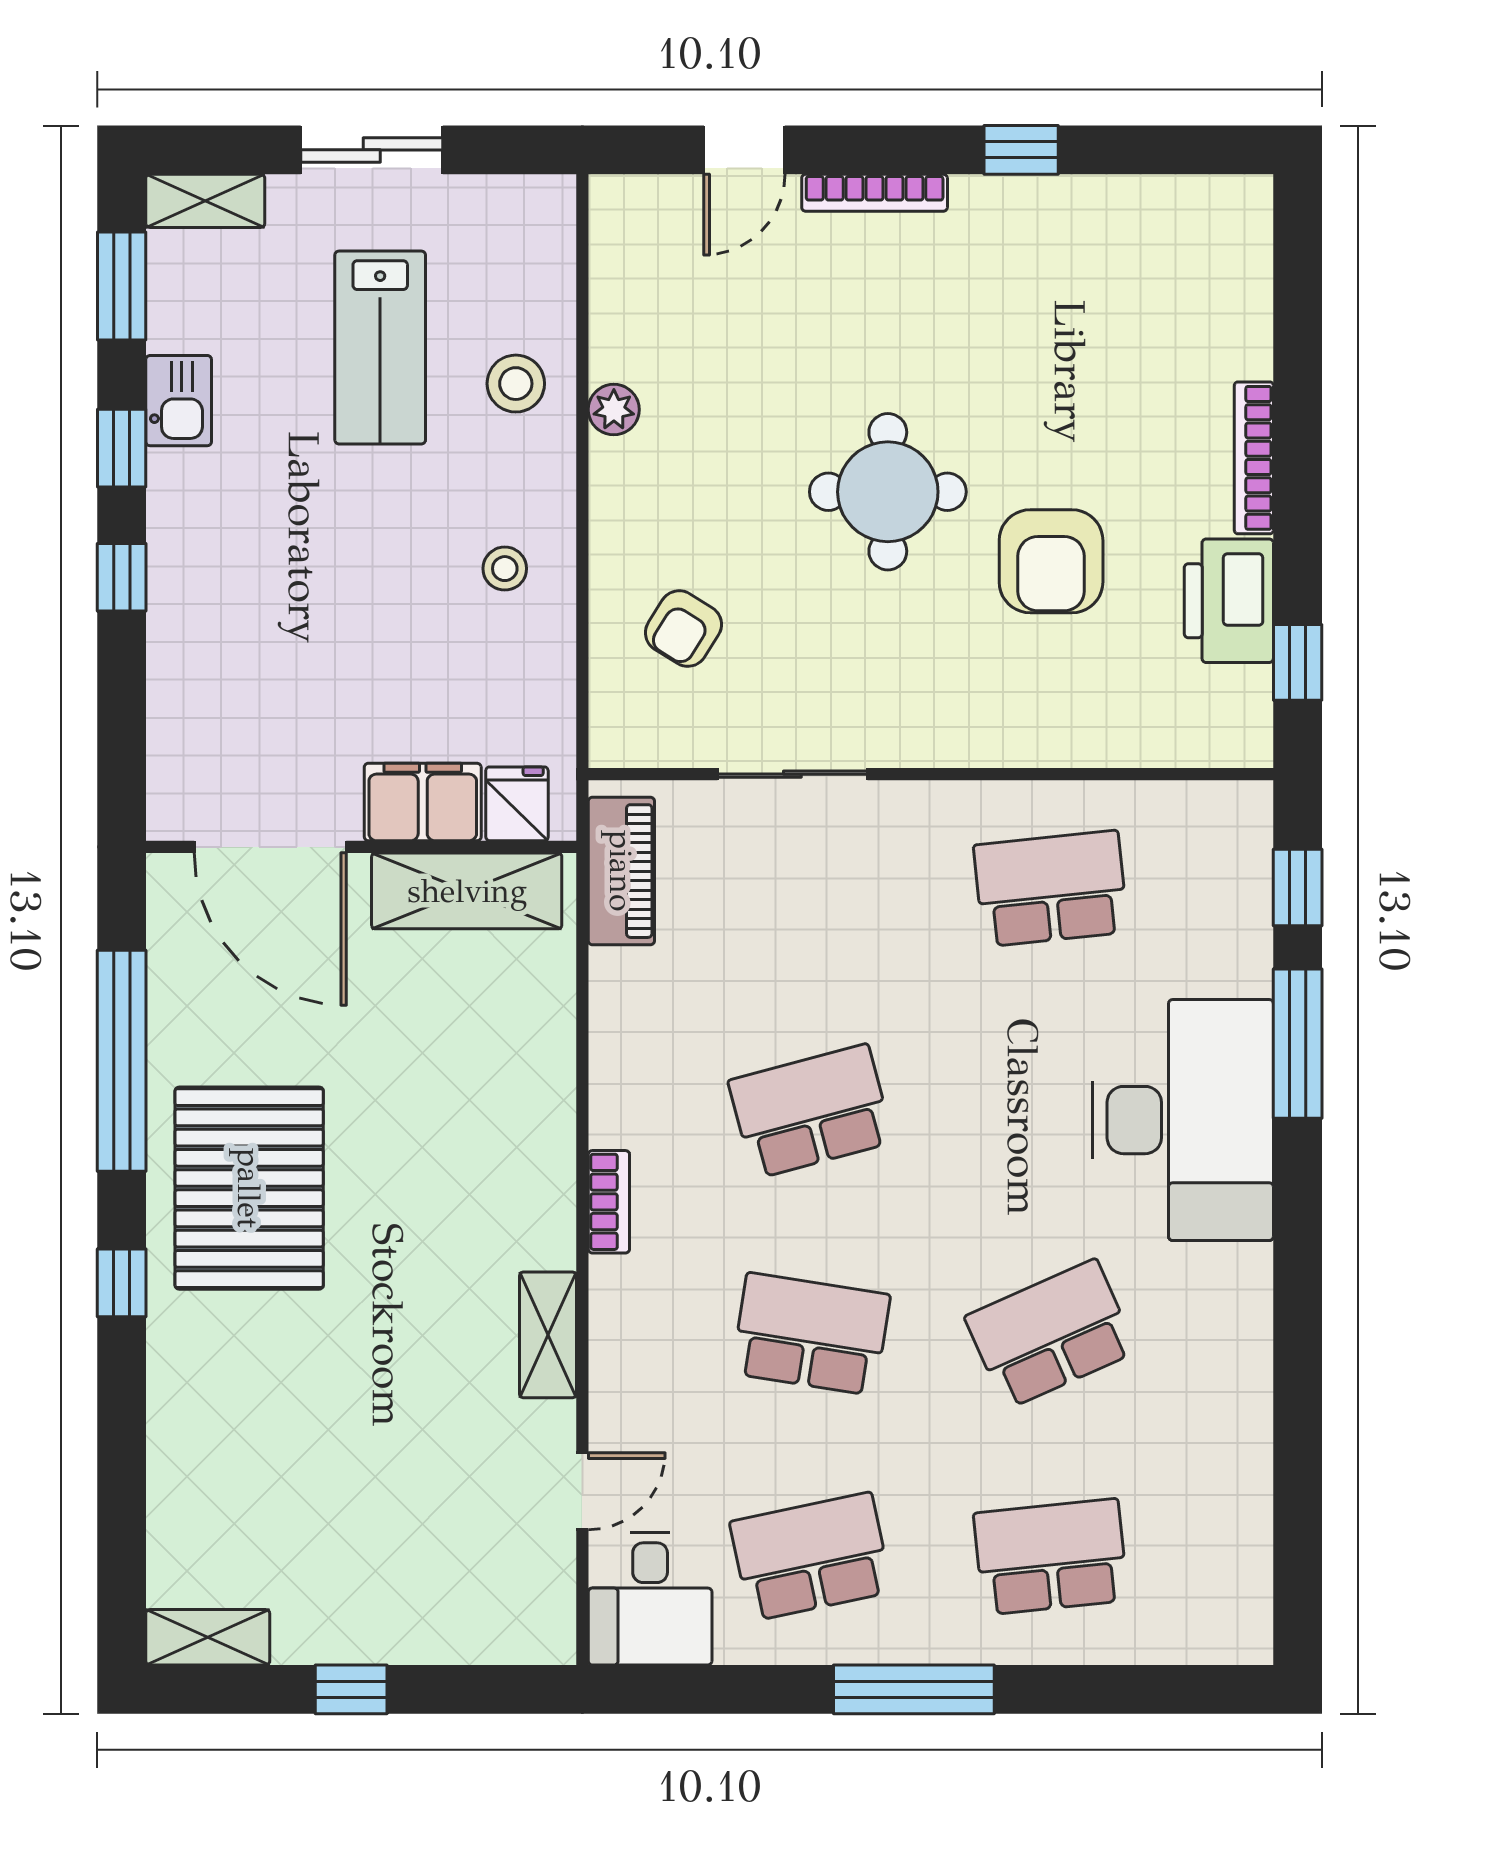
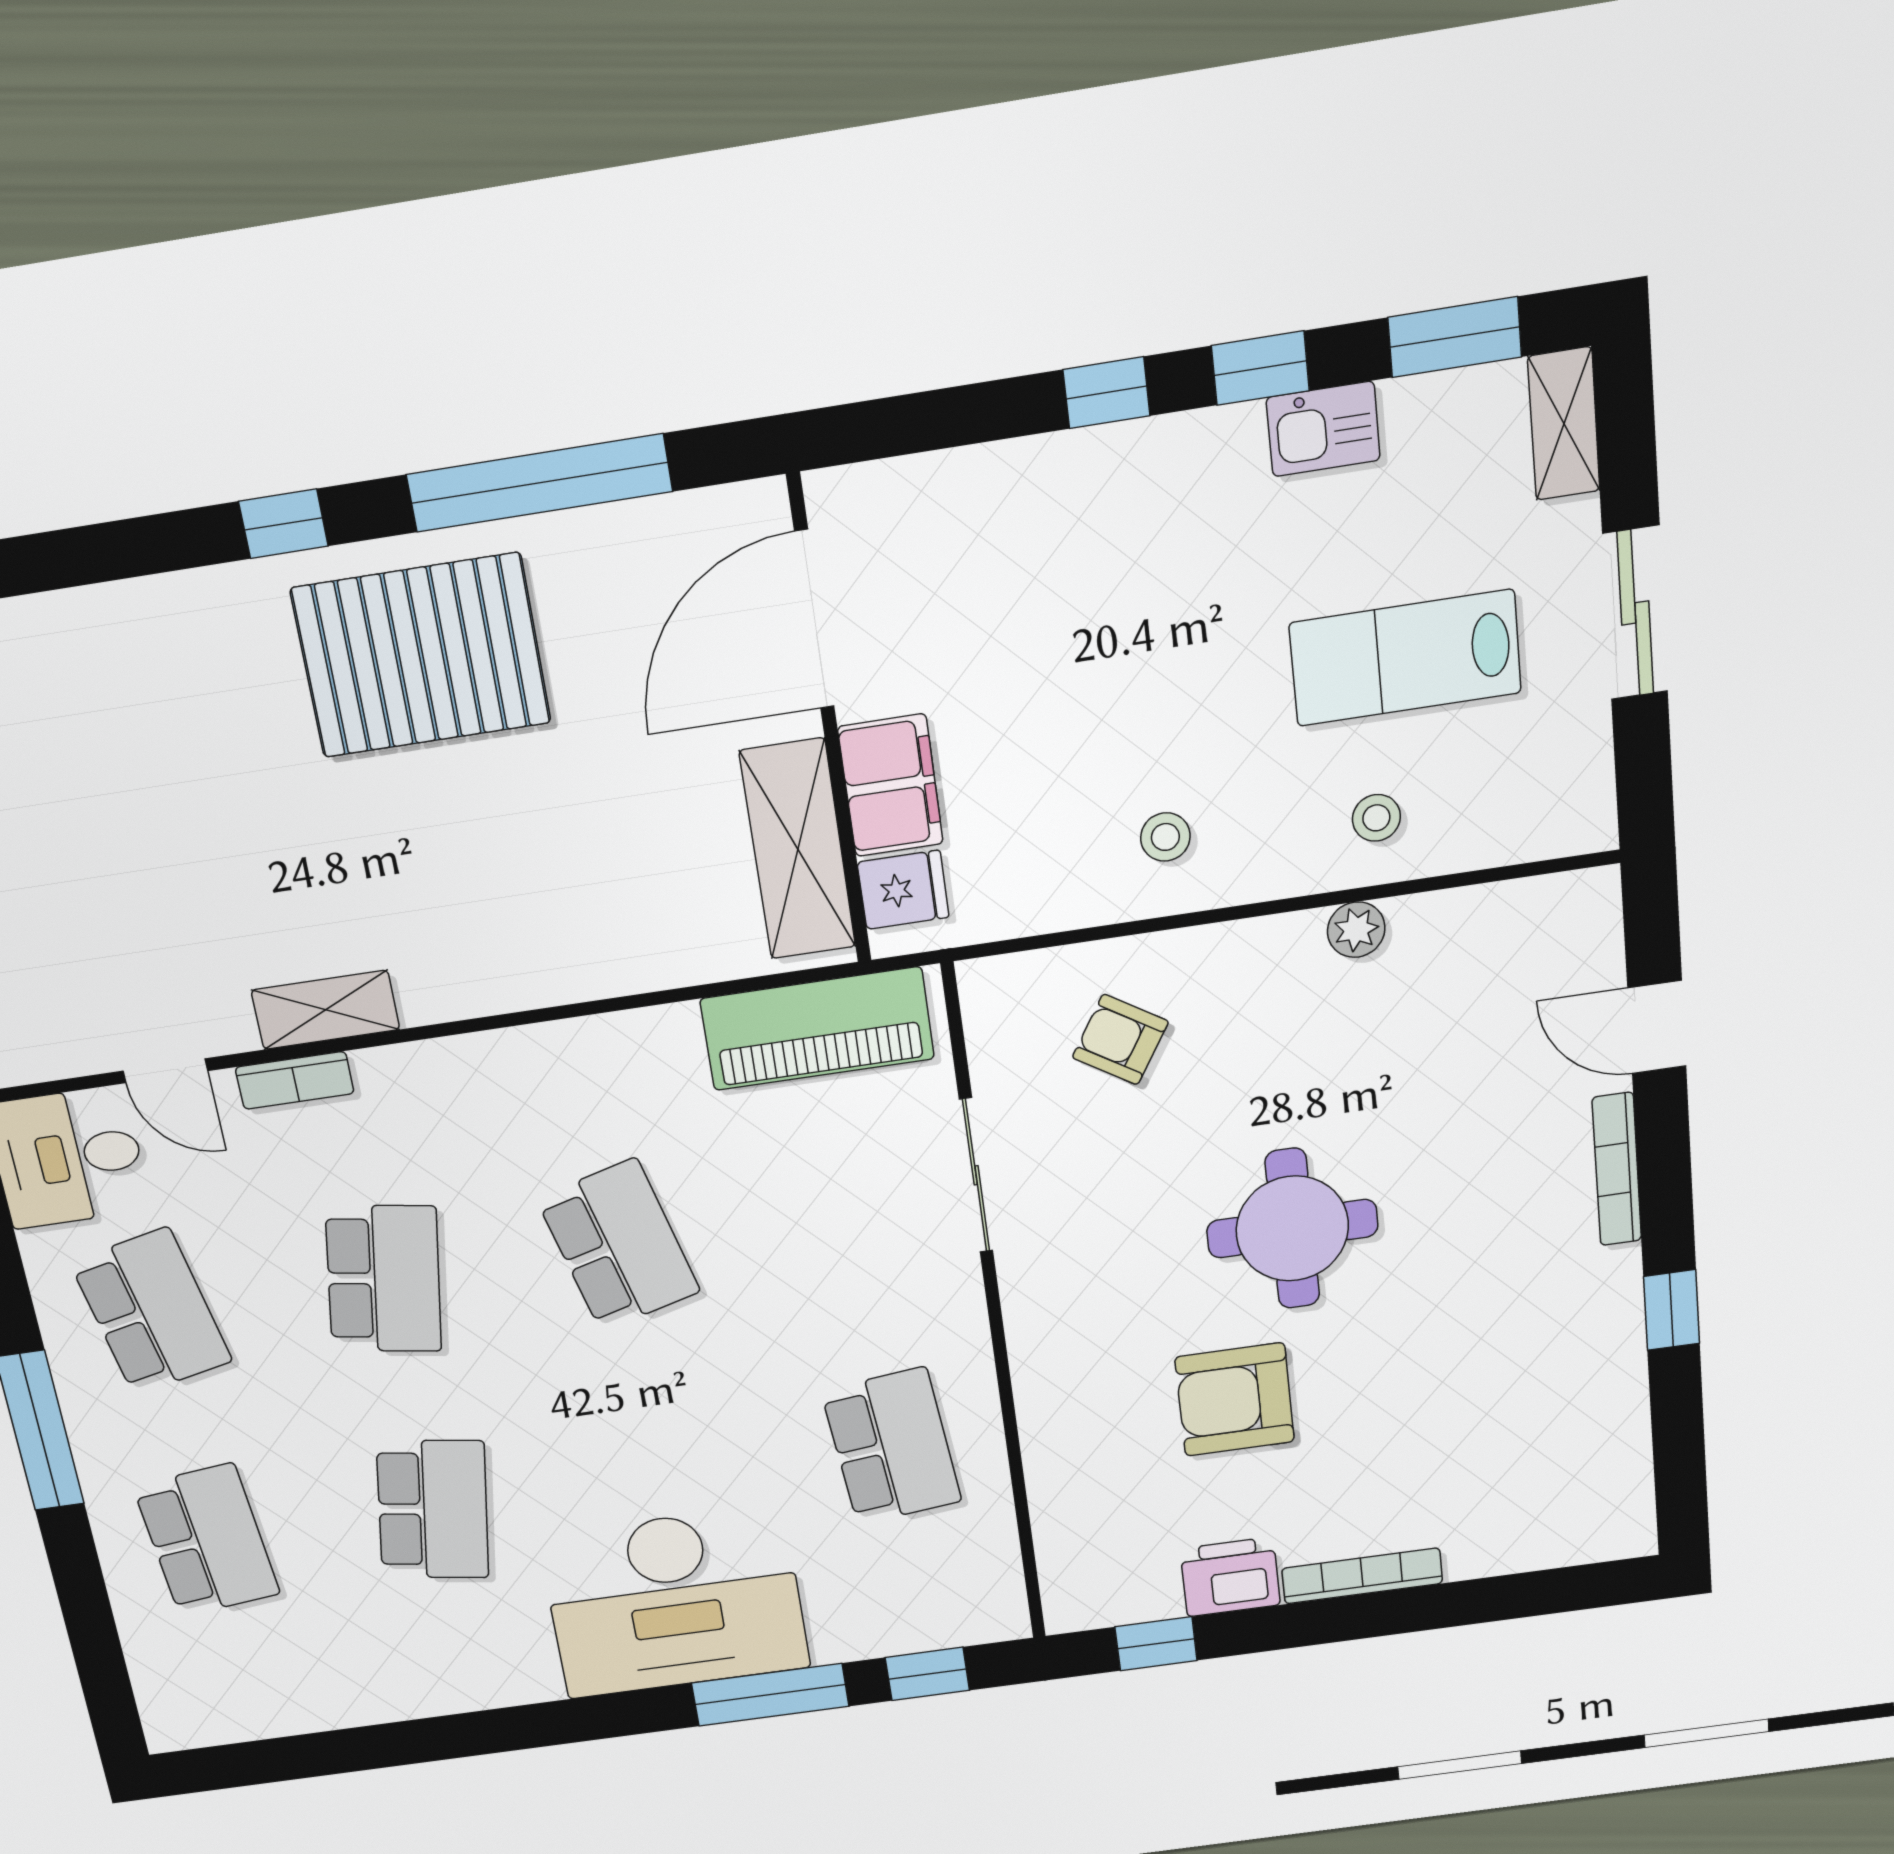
stool: (516, 384) -> (1376, 818), width x0.73, depth x0.73
printer: (1229, 601) -> (1230, 1577), width x0.73, depth x0.84
piano: (621, 871) -> (817, 1029), width x1.37, depth x1.33
bookcase: (609, 1202) -> (295, 1080), moved
school desk: (1051, 1334) -> (433, 1509), turned 33

